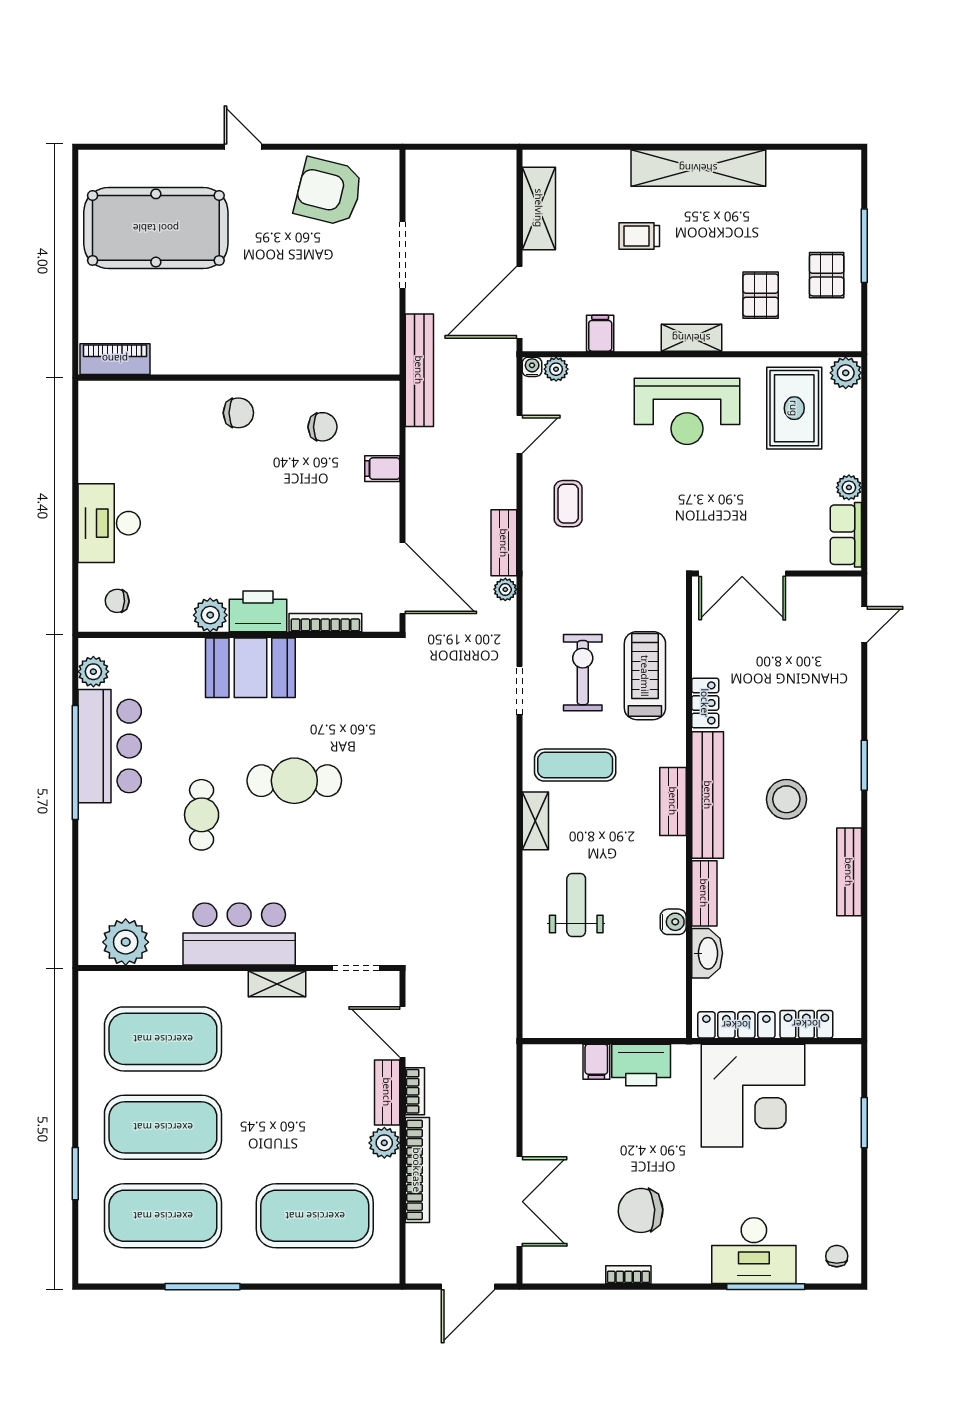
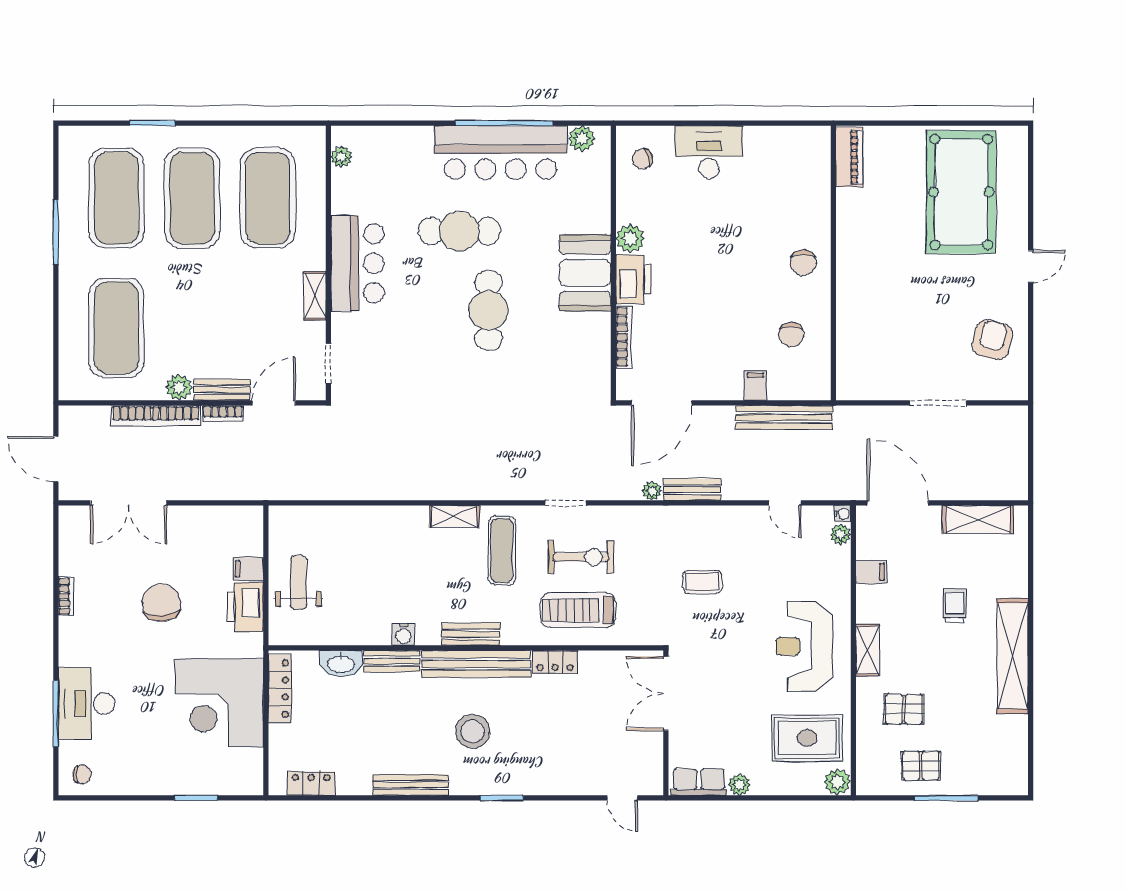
armchair: (329, 192) -> (992, 340), width x0.73, depth x0.73
bench: (419, 370) -> (784, 417), moved
coffee table: (568, 504) -> (702, 582), moved
chair: (117, 601) -> (642, 159), turned -111
treadmill: (645, 676) -> (578, 610), turned 180
bar counter: (110, 746) -> (501, 152), width x1.36
cafe table: (202, 815) -> (459, 231), width x1.37, depth x1.35
weight bench: (576, 905) -> (298, 583), moved, turned -90
water cooler: (673, 922) -> (403, 634), moved
plant: (126, 942) -> (341, 157), width x0.53, depth x0.53
locker: (806, 1024) -> (311, 784), moved, turned -90
chair: (641, 1210) -> (161, 603), moved

